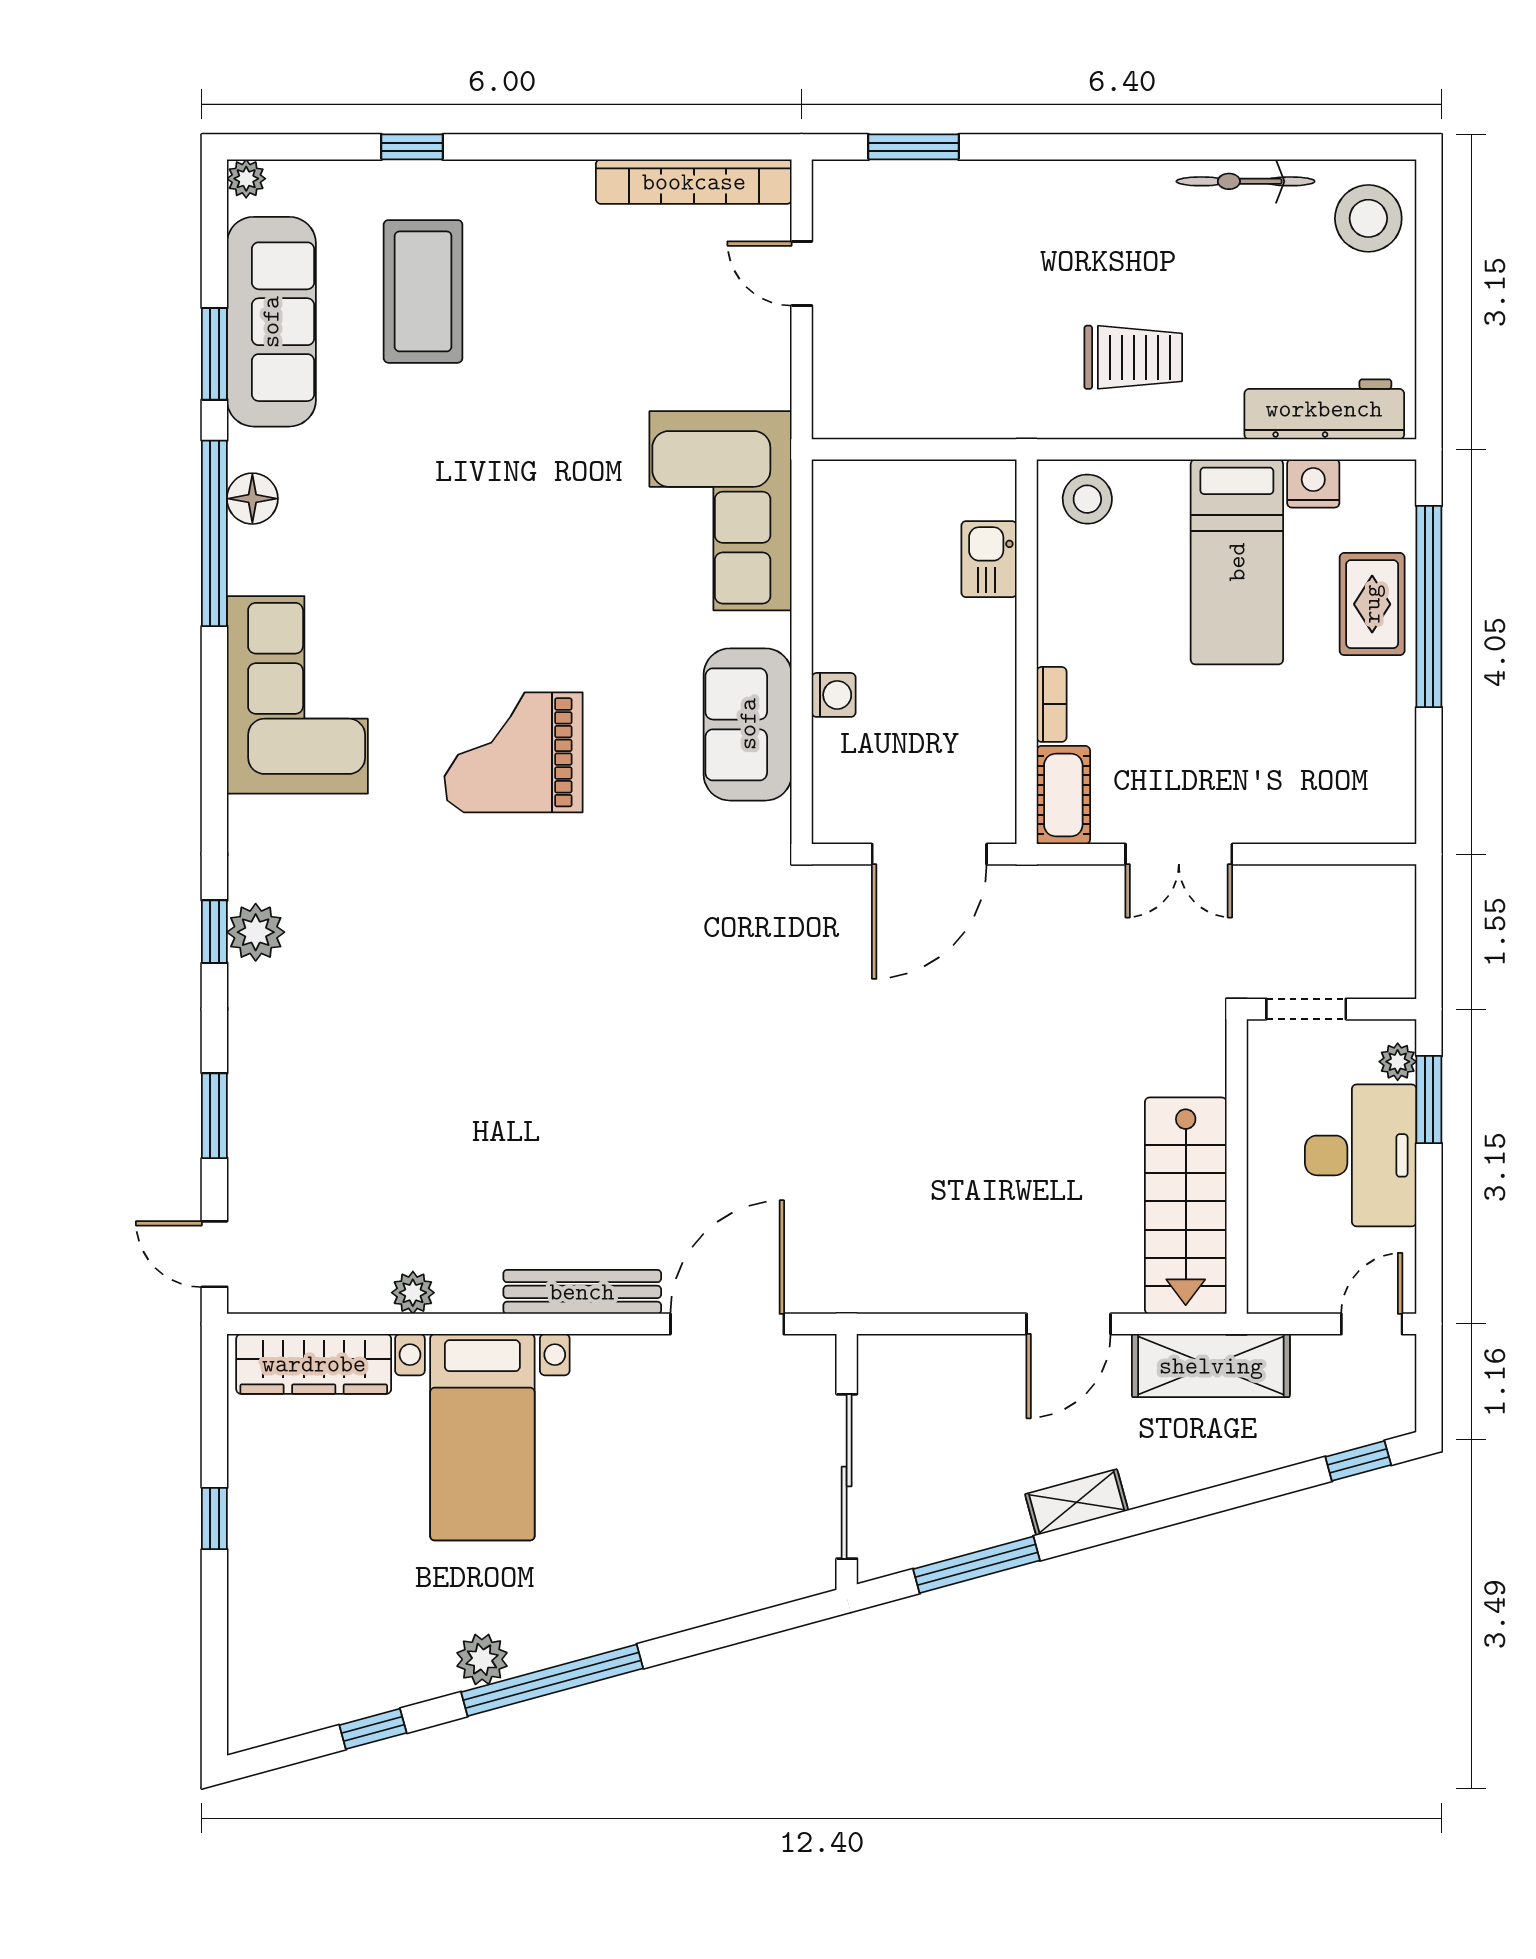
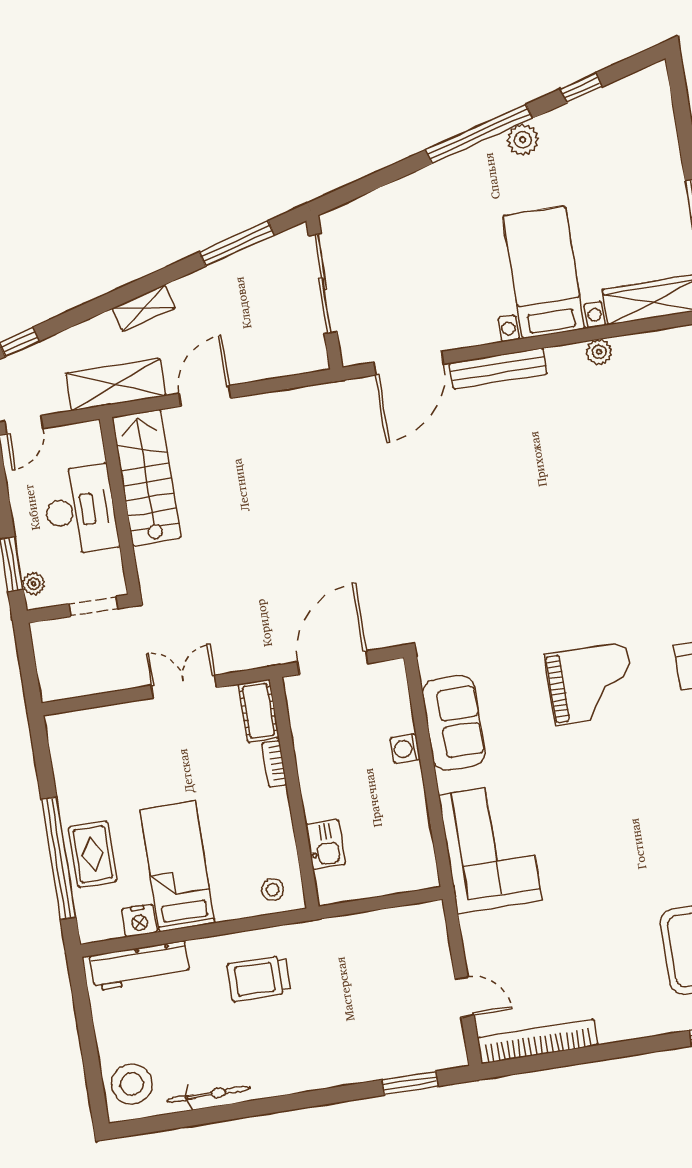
stool: (1087, 499) -> (273, 890), width x0.73, depth x0.73
desk: (1361, 1155) -> (80, 510), moved, turned 180
shelving: (1077, 1502) -> (144, 308), moved

